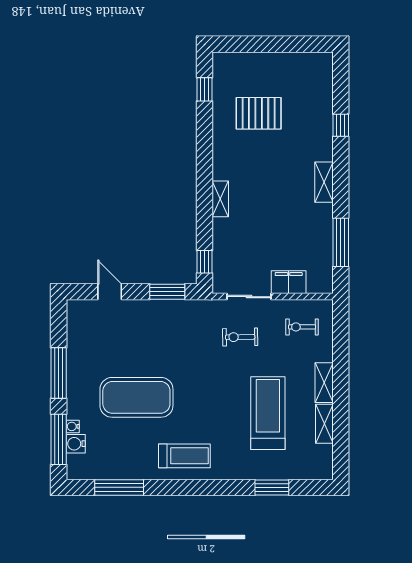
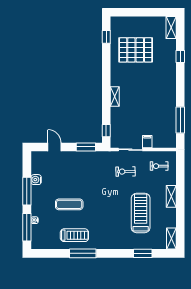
pallet: (259, 113) -> (136, 50), width x1.37, depth x1.41
shelving: (324, 182) -> (171, 28), moved
filing cabinet: (289, 282) -> (147, 142), width x0.50
exercise mat: (136, 397) -> (69, 204), width x0.50, depth x0.69
shelving: (324, 424) -> (171, 239), moved
water cooler: (76, 444) -> (36, 180), moved
treadmill: (184, 456) -> (74, 235), moved
window: (119, 487) -> (83, 253), moved

